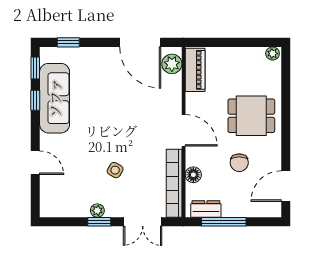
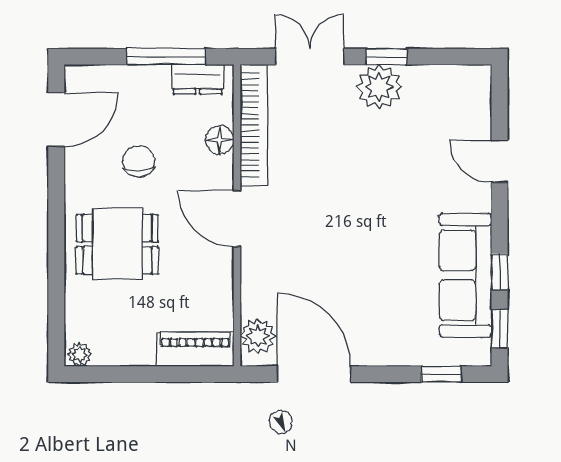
piano: (195, 70) -> (195, 349), moved, turned 90
side table: (115, 170) -> (358, 148), removed
plant: (97, 211) -> (379, 87), width x1.88, depth x1.88

